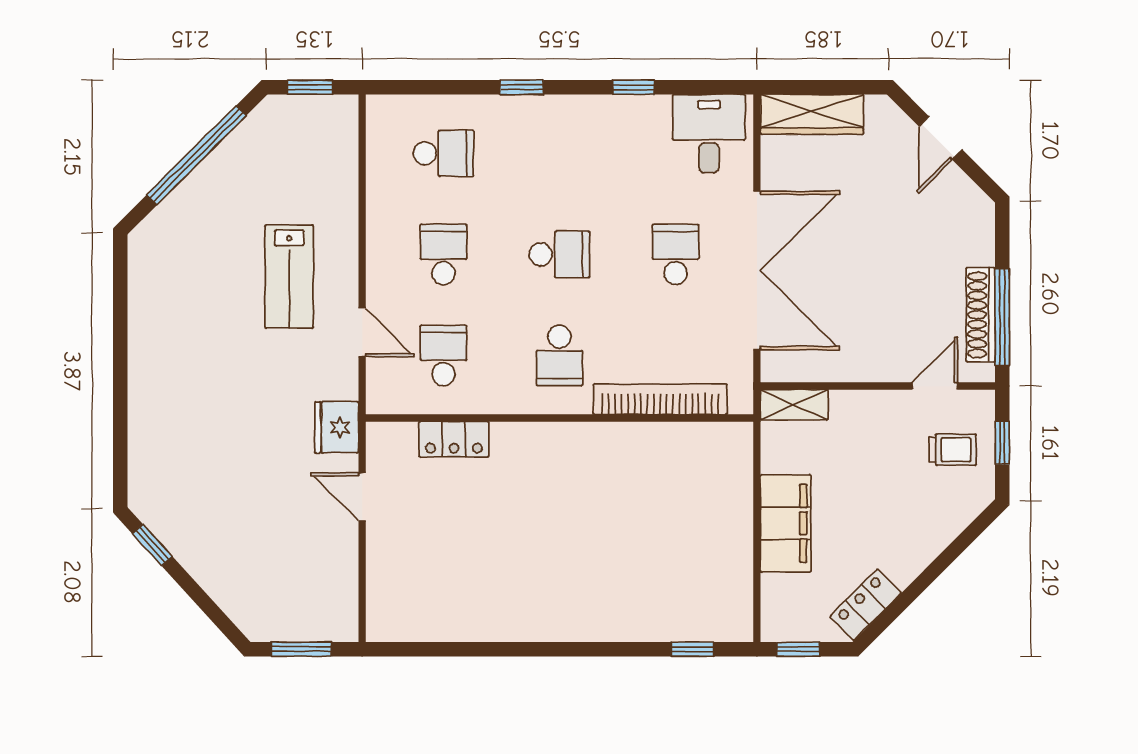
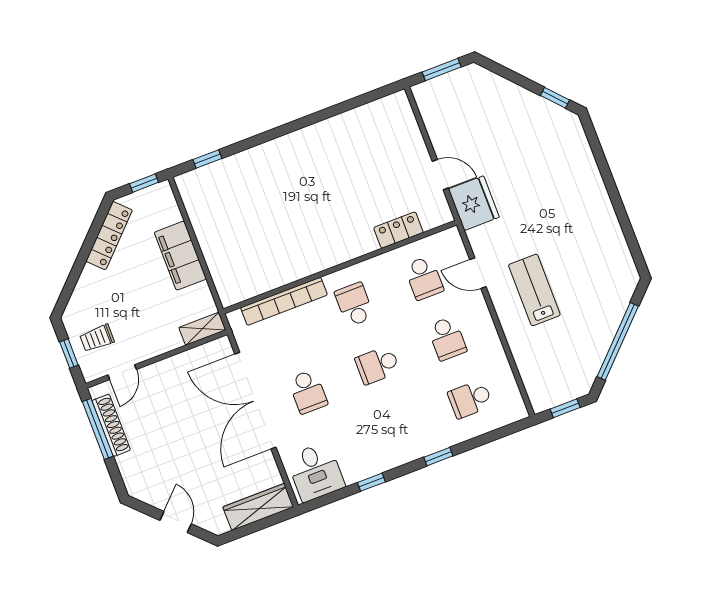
fridge: (337, 427) -> (474, 203), width x1.36, depth x1.34
locker: (866, 605) -> (109, 236), width x1.53

